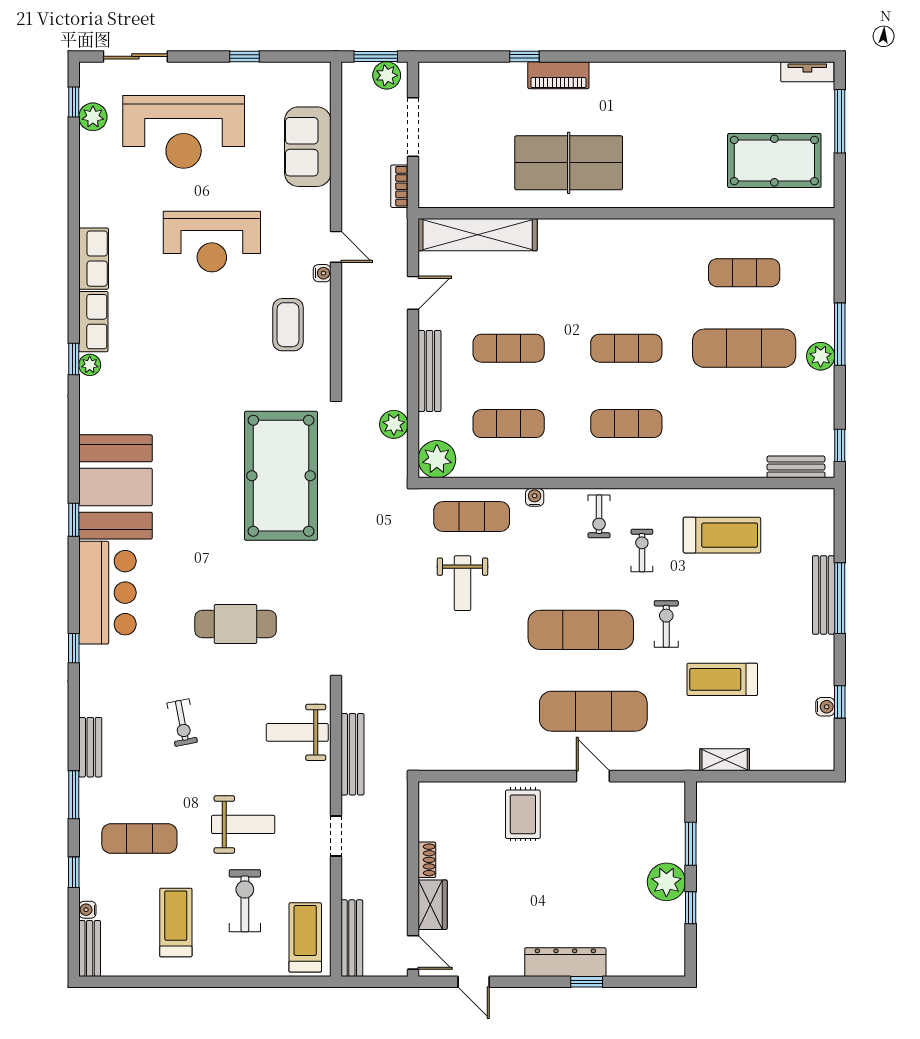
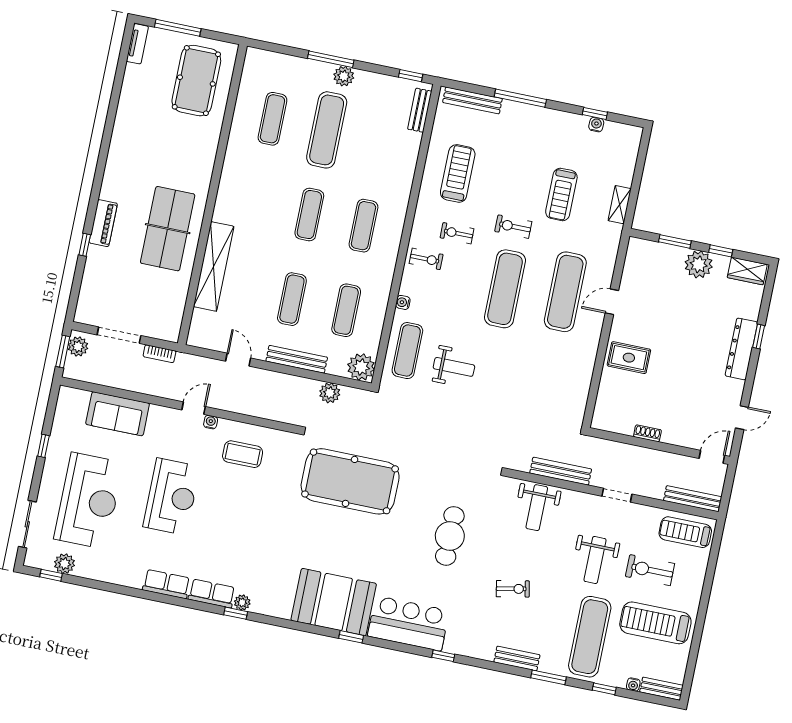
shelving: (478, 235) -> (214, 266), moved
bench: (824, 595) -> (472, 100), moved
weight bench: (243, 824) -> (595, 560), turned 180
exercise mat: (139, 839) -> (590, 637), width x1.36, depth x1.45
wardrobe: (433, 905) -> (747, 271), moved, turned 180
treadmill: (176, 922) -> (655, 623), width x1.37, depth x1.37

